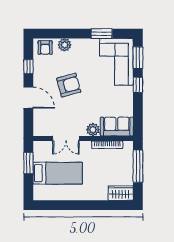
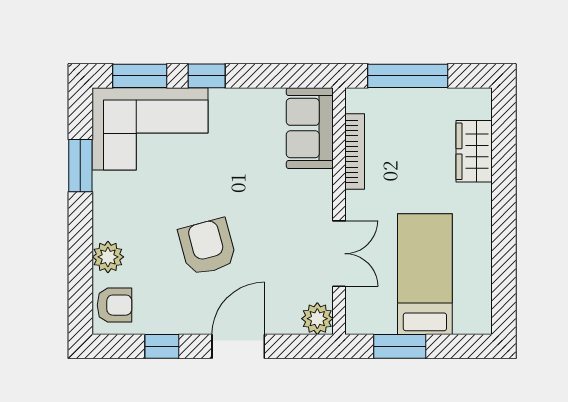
plant: (93, 130) -> (317, 319), moved
wardrobe: (121, 193) -> (474, 151), moved

